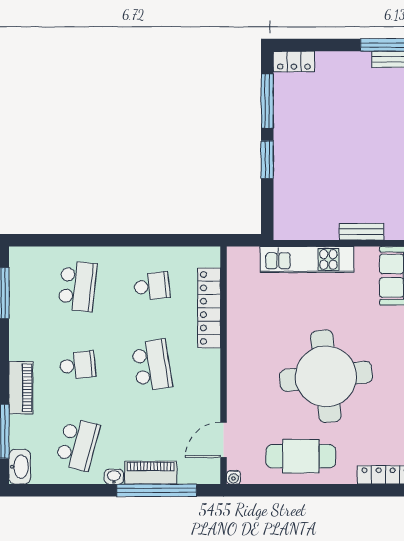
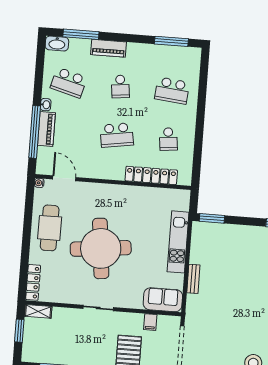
window: (267, 160) -> (212, 218), moved

